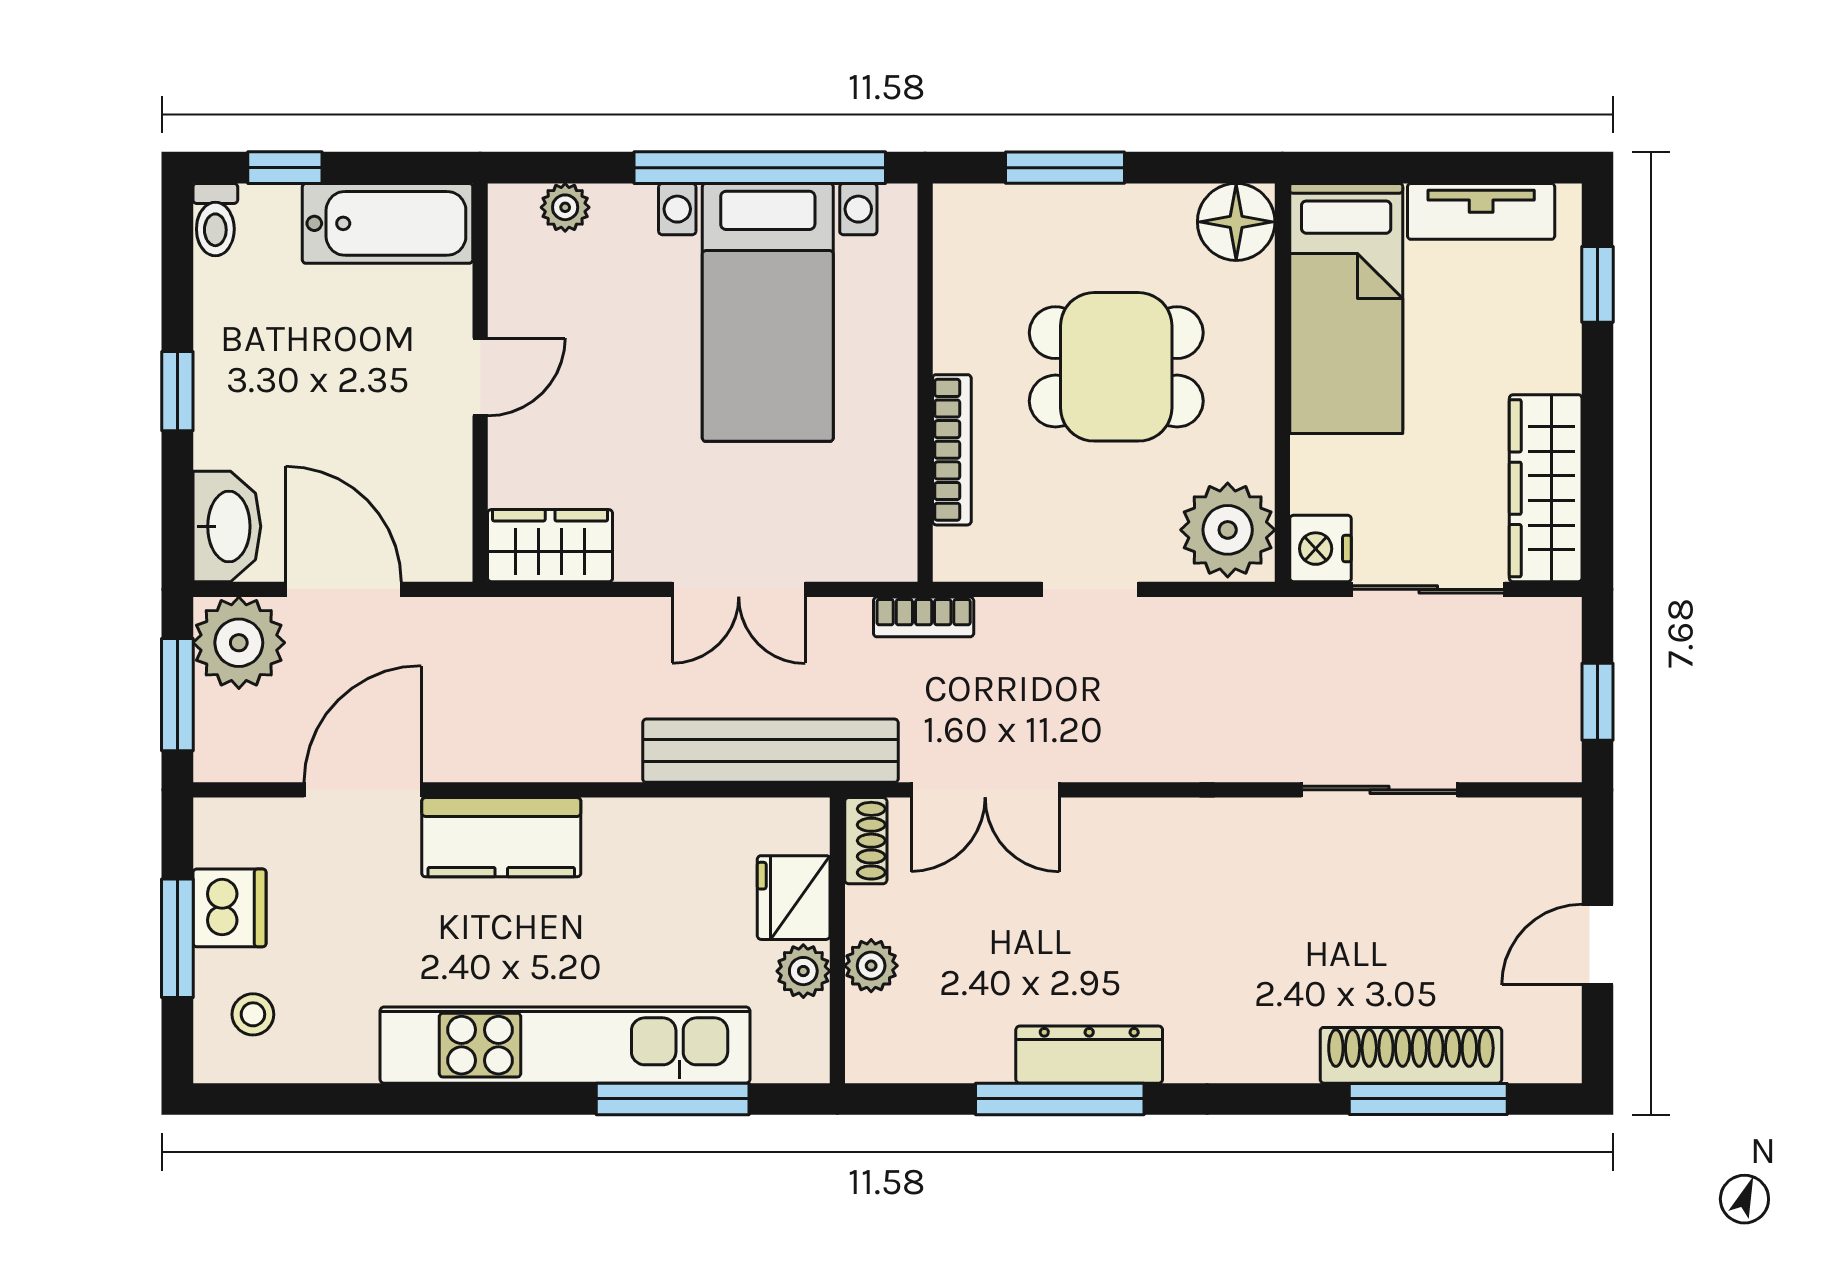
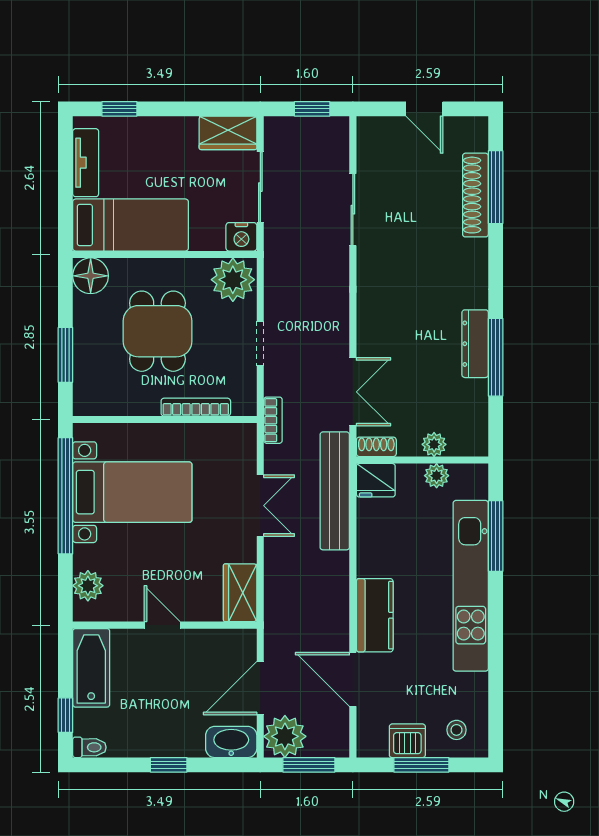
plant: (565, 207) -> (88, 586), width x1.38, depth x1.38
wardrobe: (1546, 488) -> (228, 133), width x0.67
fridge: (794, 898) -> (376, 480), moved

